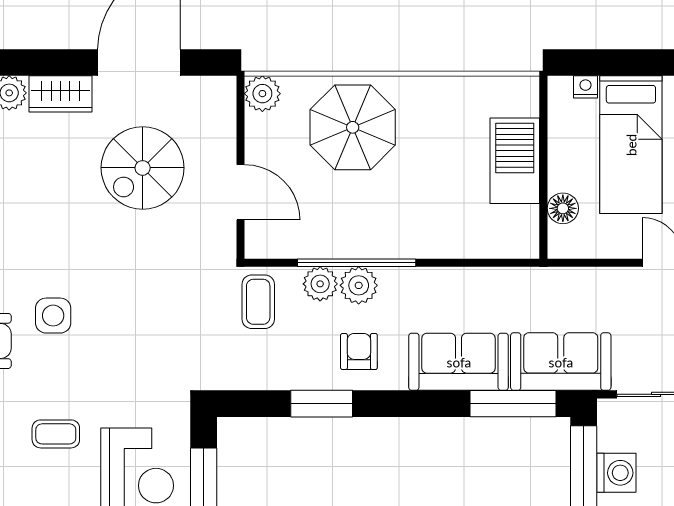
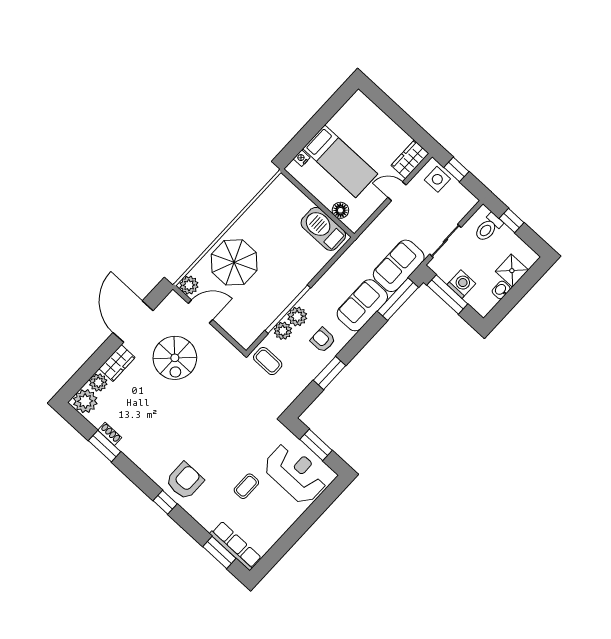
barbecue: (515, 161) -> (323, 229), moved
door: (240, 192) -> (200, 311), moved
side table: (53, 316) -> (200, 445), removed

